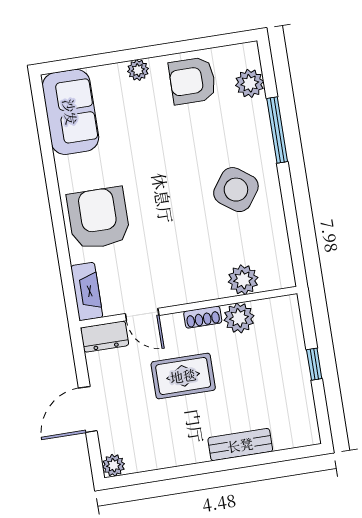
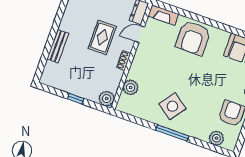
window: (277, 130) -> (172, 133), moved
armchair: (99, 218) -> (193, 38), turned 90
plant: (239, 318) -> (107, 99), moved

